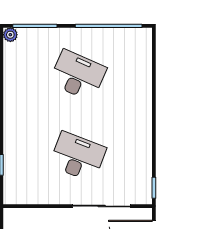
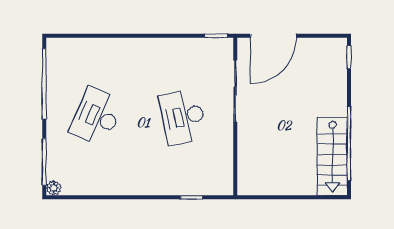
desk: (78, 157) -> (183, 117), turned -33

